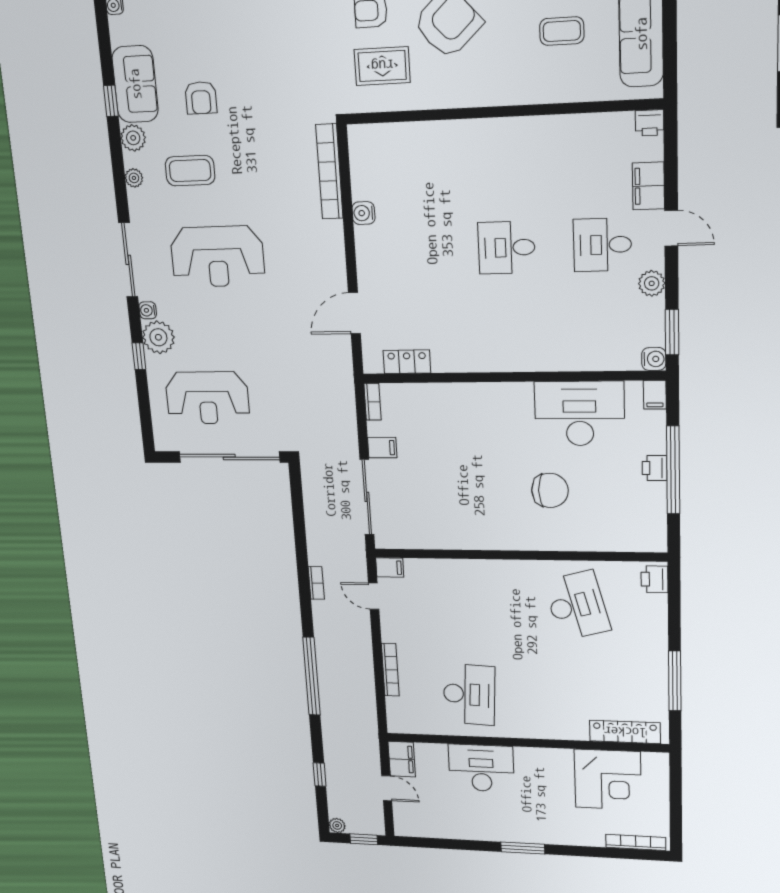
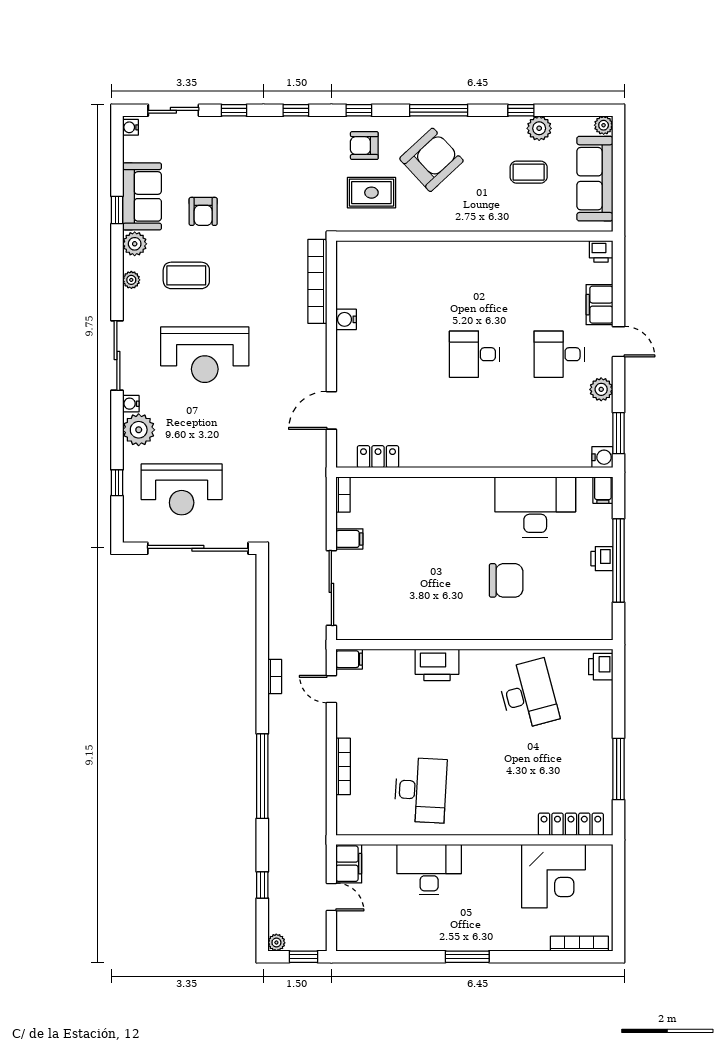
window: (139, 356) -> (117, 483), moved
printer: (480, 575) -> (437, 665), added

